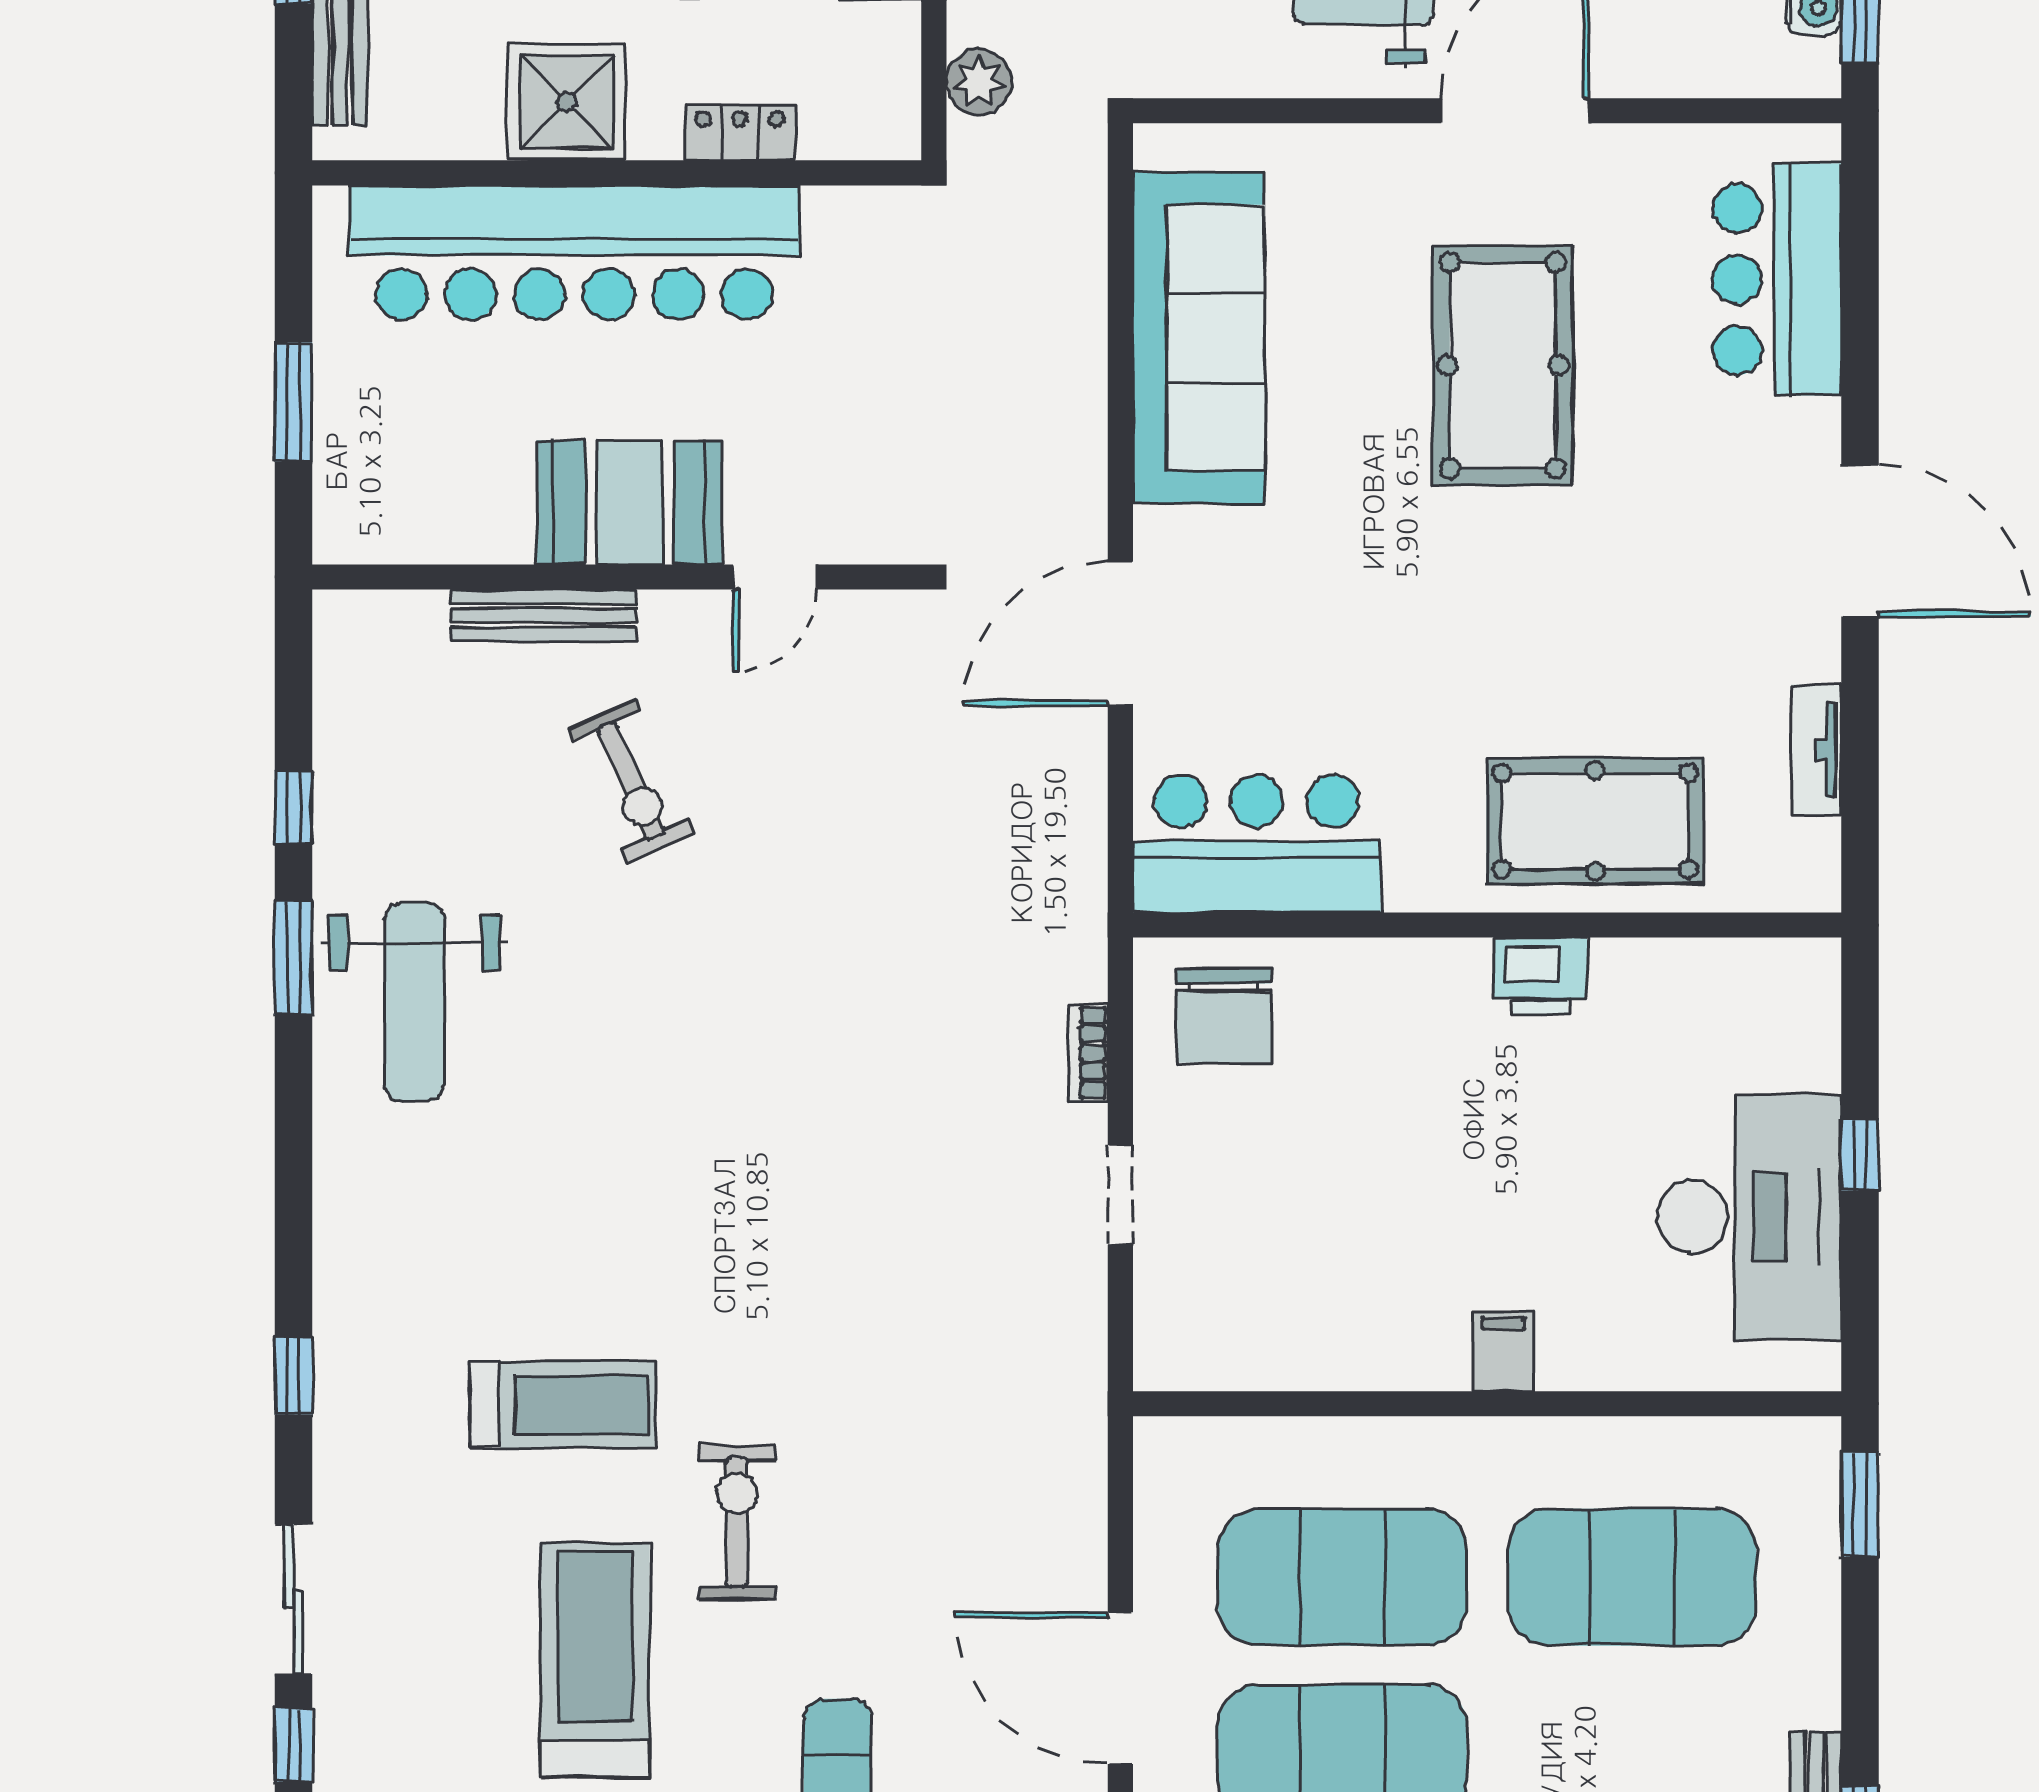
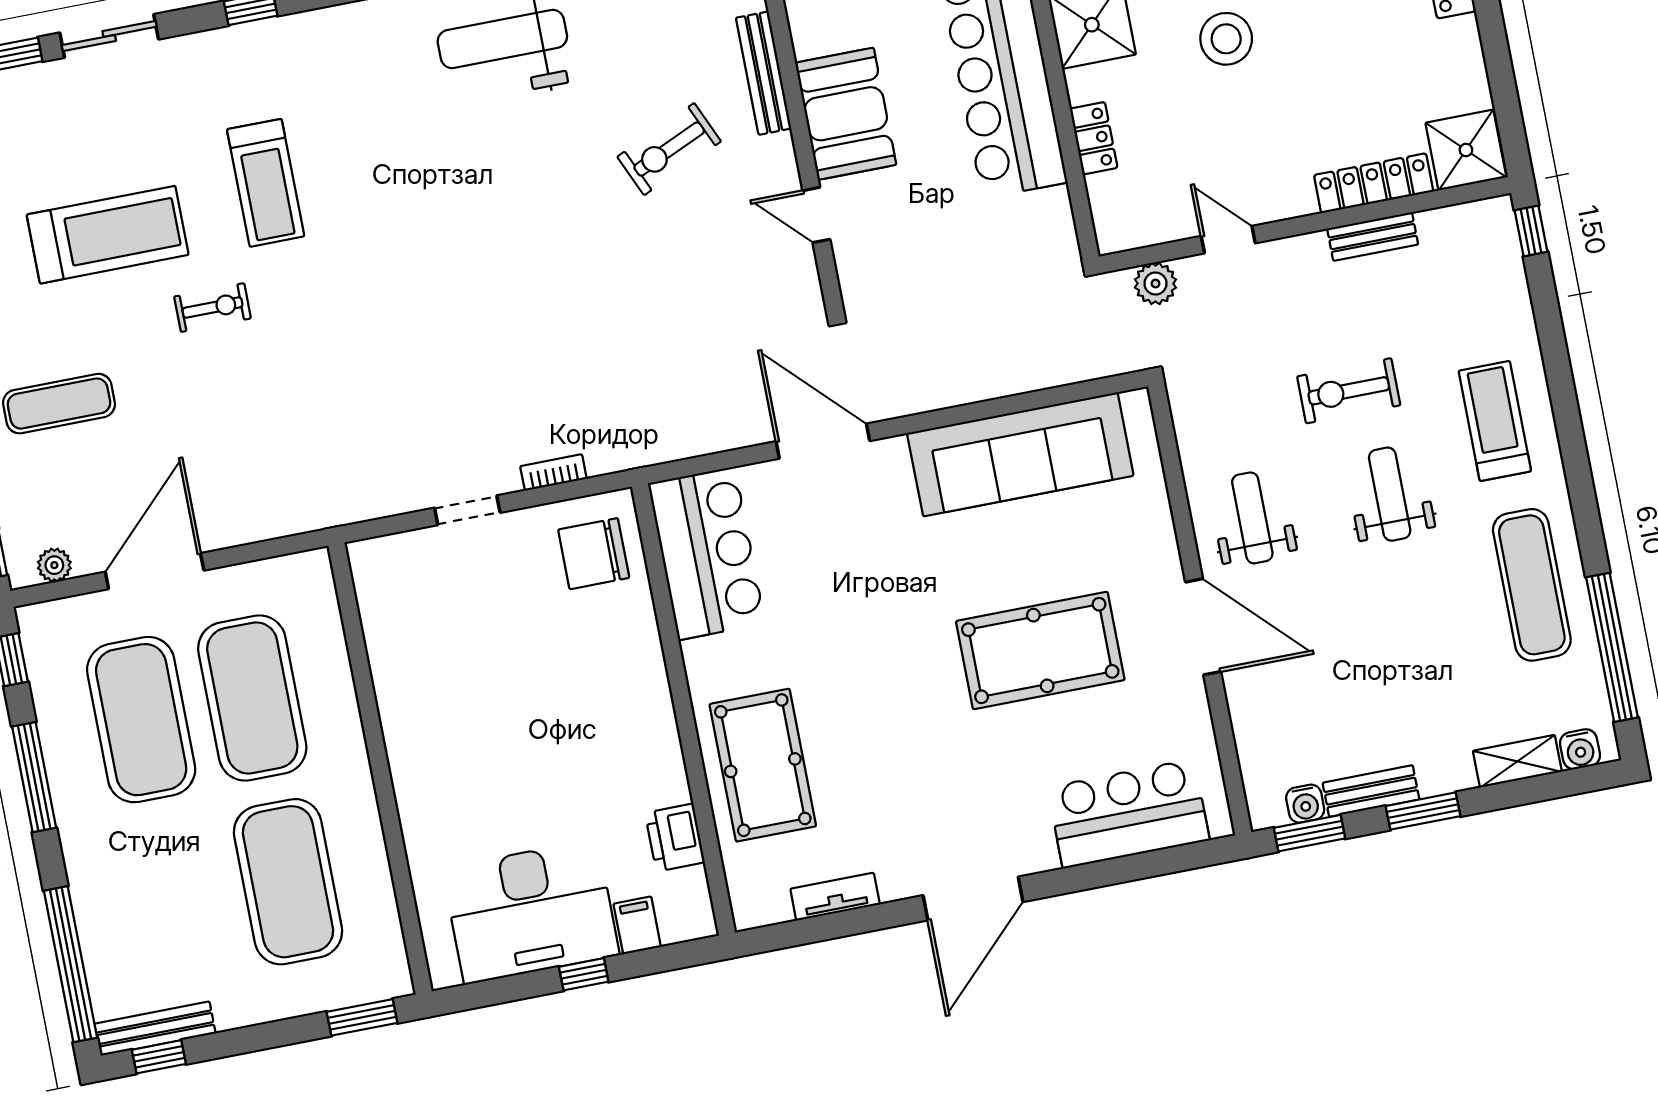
printer: (1540, 976) -> (675, 838), moved
filing cabinet: (1503, 1351) -> (637, 925), moved, turned -90
exercise bike: (737, 1522) -> (213, 308), width x0.73, depth x0.72

